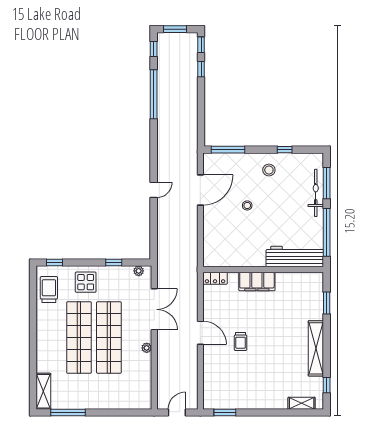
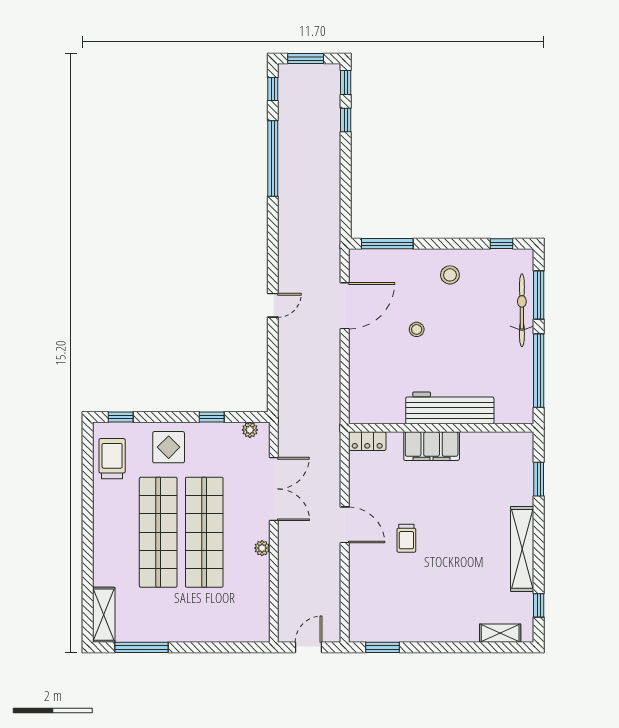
window: (285, 150) -> (501, 244), moved
workbench: (295, 257) -> (450, 408), moved

